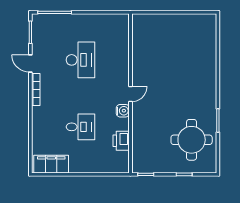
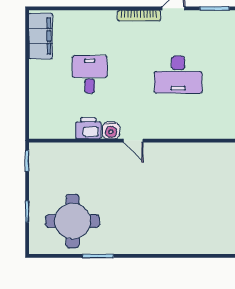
desk: (80, 127) -> (90, 74), turned 180
printer: (121, 141) -> (88, 128), moved

